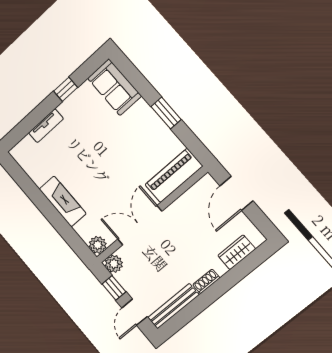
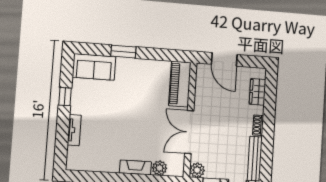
window: (166, 113) -> (123, 52), moved
fireplace: (63, 201) -> (135, 167), width x0.73, depth x0.76
plant: (98, 245) -> (160, 168), moved

